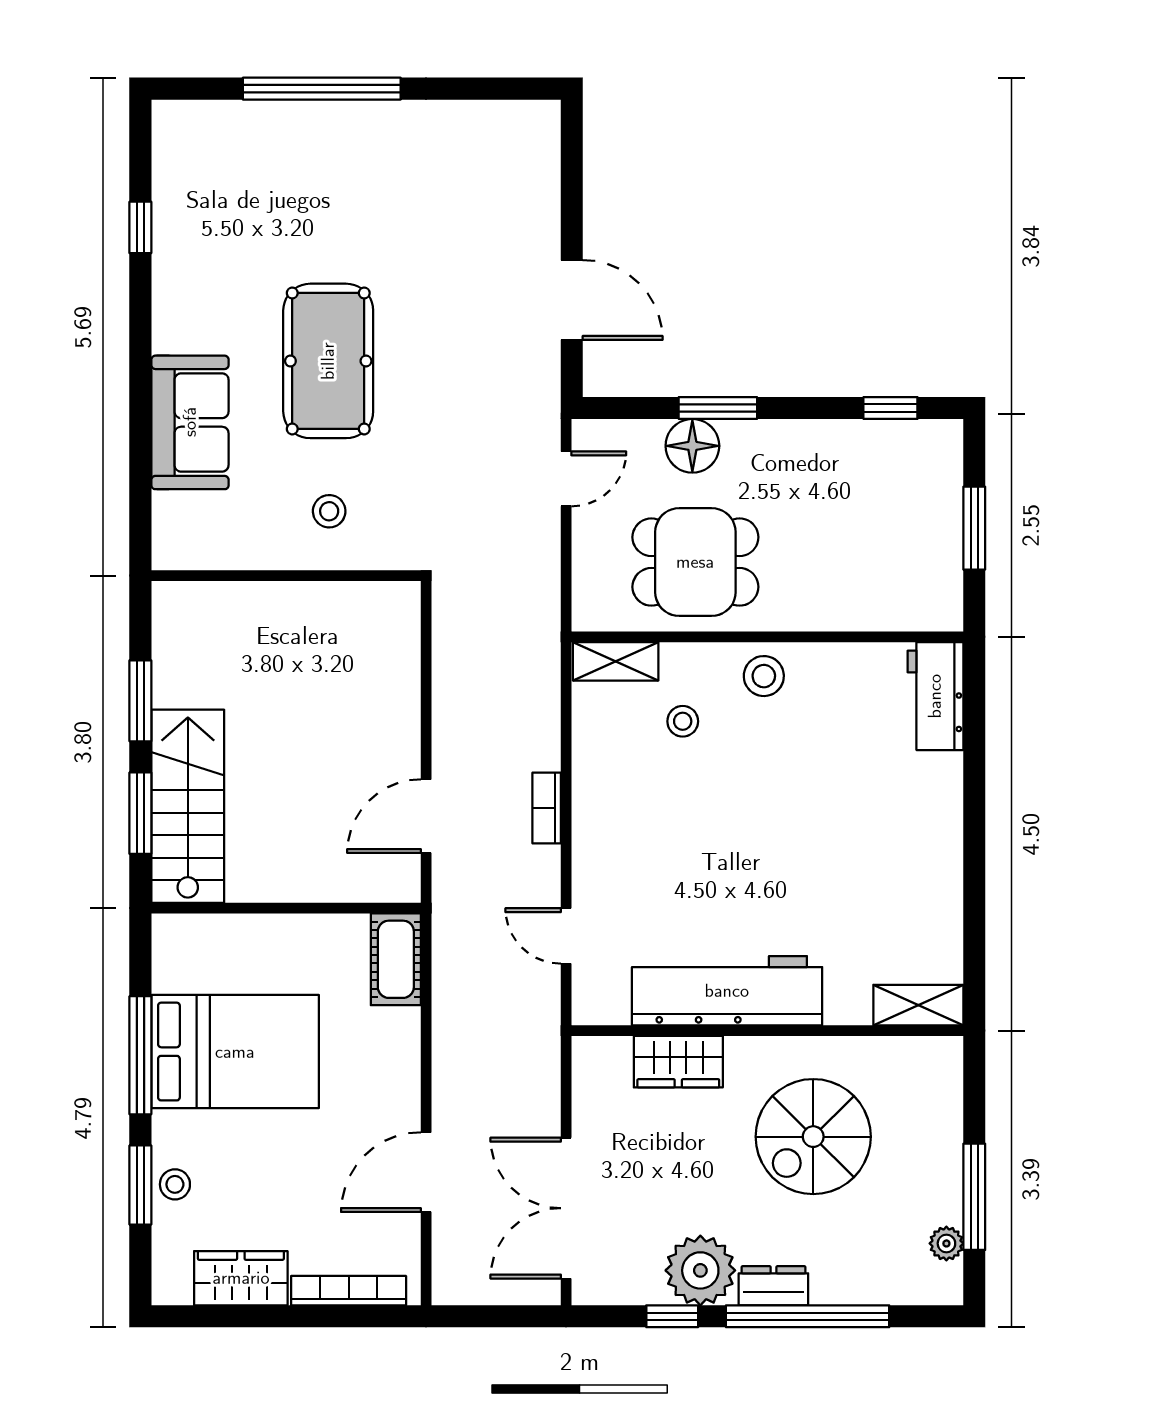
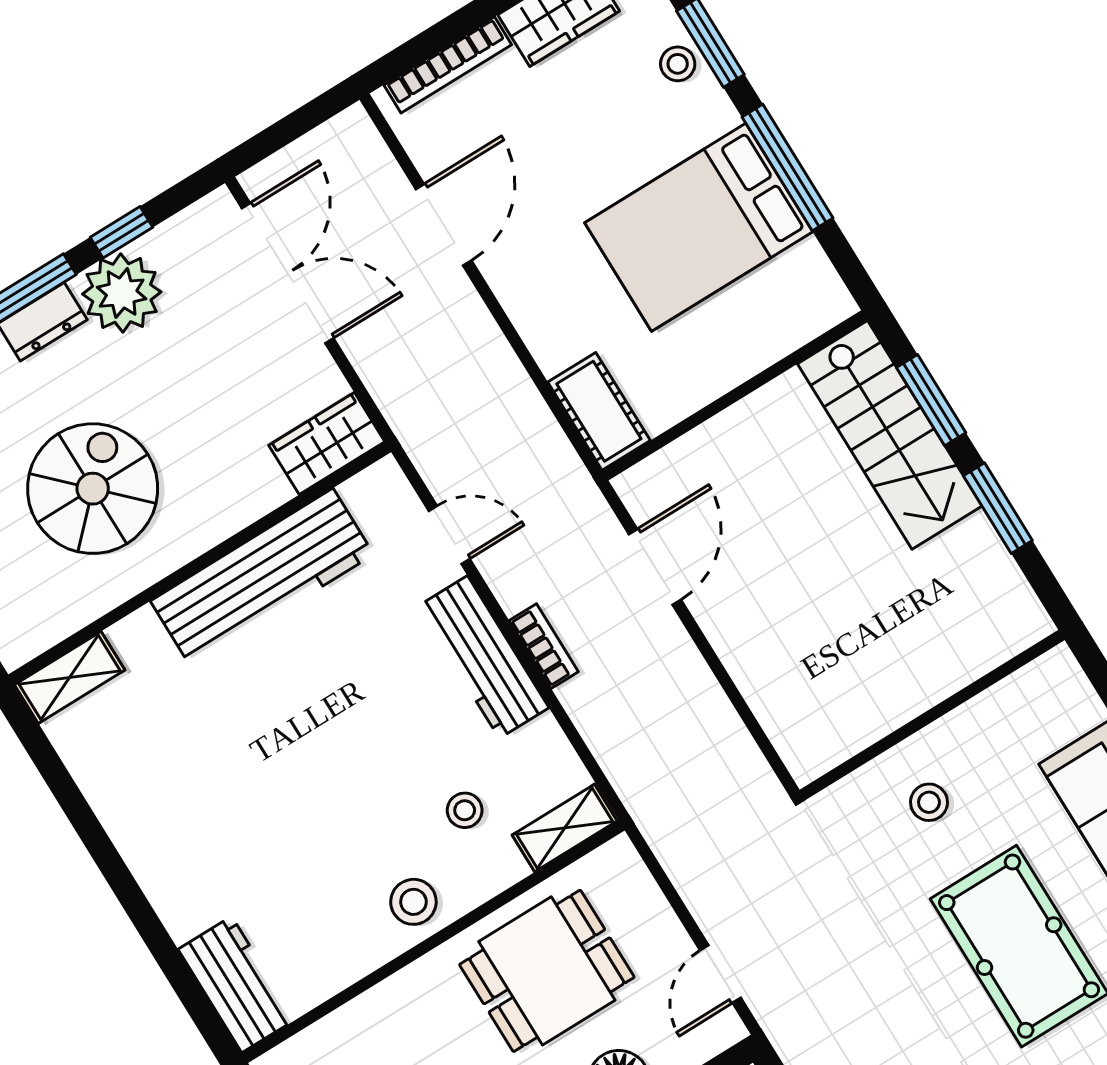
workbench: (597, 828) -> (483, 657), added
wardrobe: (678, 1062) -> (327, 444), moved

